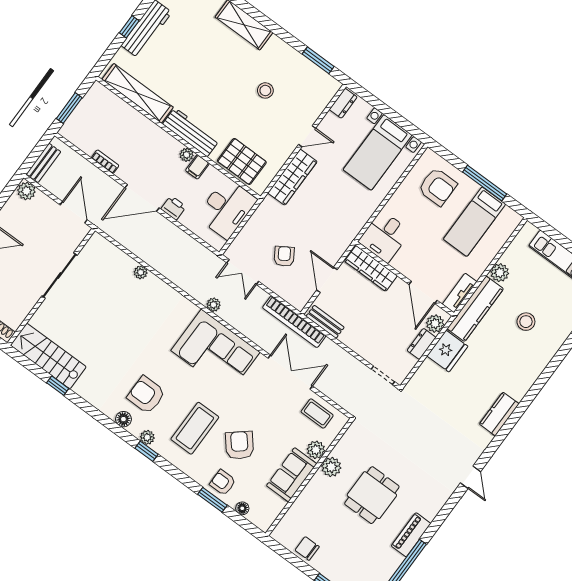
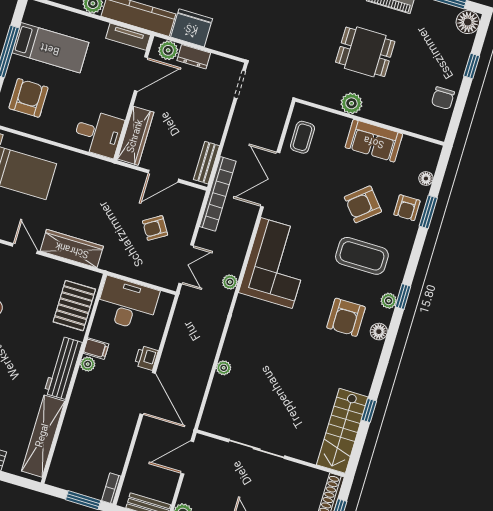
bookcase: (105, 162) -> (111, 488), moved
plant: (316, 450) -> (340, 125), removed

